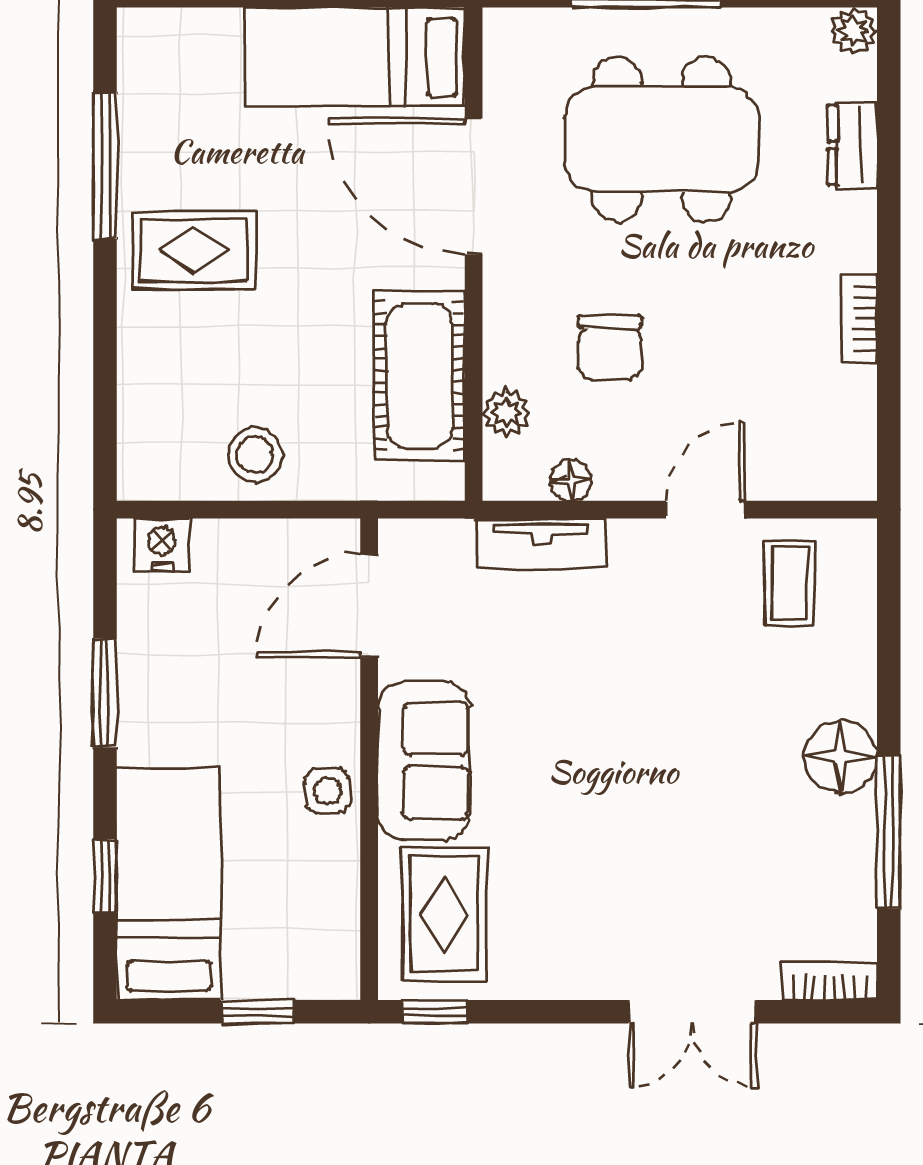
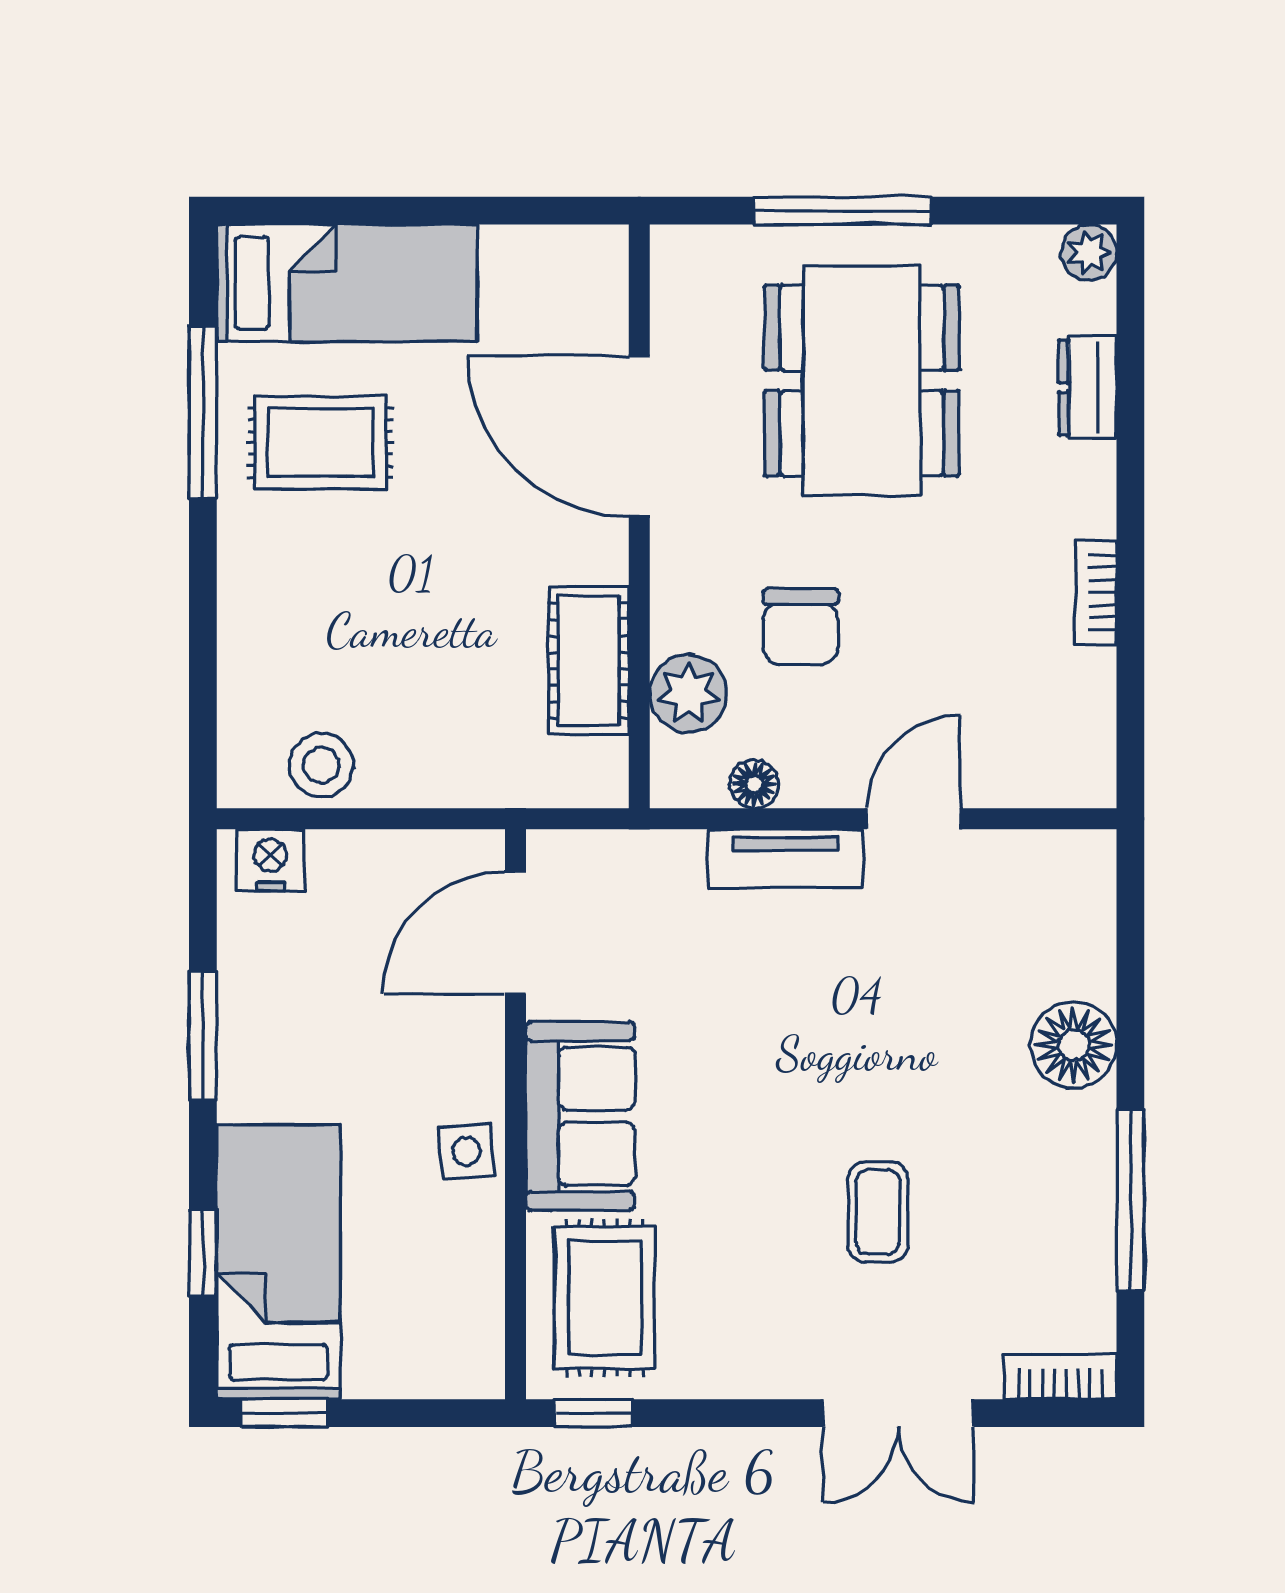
bed: (355, 57) -> (347, 283), moved, turned 180
dining table: (662, 139) -> (862, 380), turned 90
rug: (194, 250) -> (320, 443), moved
cot: (419, 376) -> (589, 660), width x0.73, depth x0.75
plant: (506, 413) -> (688, 693), width x1.38, depth x1.38
stool: (255, 455) -> (321, 765), moved
tv unit: (541, 543) -> (785, 858), moved
coffee table: (790, 583) -> (878, 1212), moved
floor lamp: (841, 757) -> (1074, 1045), moved
window: (258, 1012) -> (284, 1413), moved

